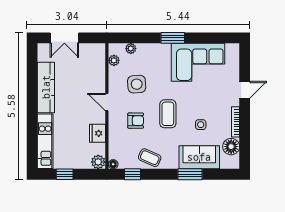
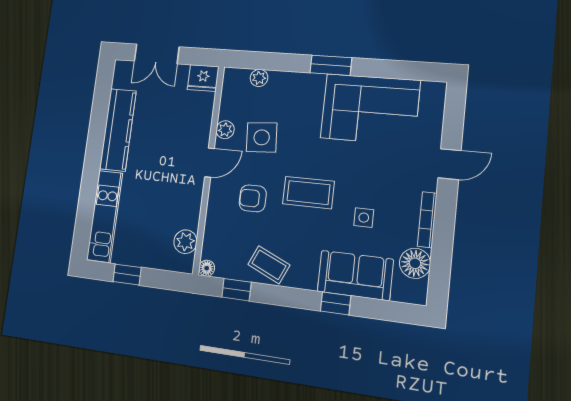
plant: (114, 60) -> (225, 130), moved
door: (107, 102) -> (210, 163), swing flipped
coffee table: (168, 114) -> (308, 193), turned 90
armchair: (136, 121) -> (253, 198), turned 180
fridge: (97, 133) -> (203, 78), moved, turned -90
plant: (98, 162) -> (185, 242), moved
window: (190, 174) -> (336, 303), width x0.67

